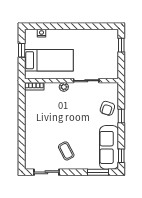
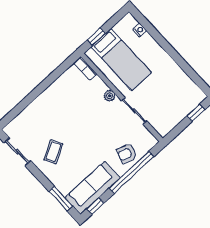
window: (22, 50) -> (96, 37), moved
window: (121, 116) -> (132, 172), width x3.17

